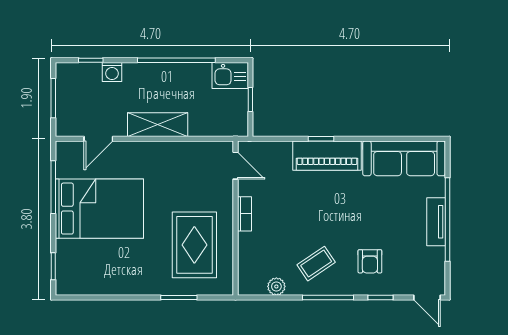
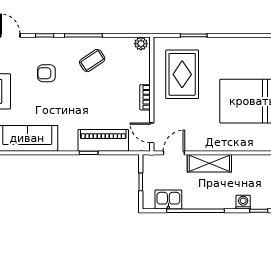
kitchen sink: (230, 76) -> (168, 200), moved
door: (98, 139) -> (174, 153), moved
piano: (327, 156) -> (103, 140), moved
armchair: (370, 261) -> (46, 73), moved, turned -90
plant: (276, 286) -> (141, 44), moved

